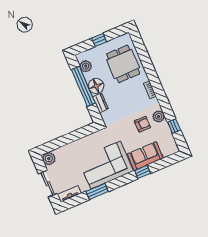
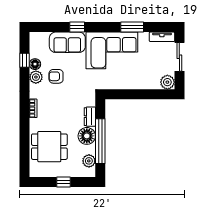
dining table: (123, 64) -> (49, 147), turned 90
floor lamp: (164, 127) -> (35, 64), added

